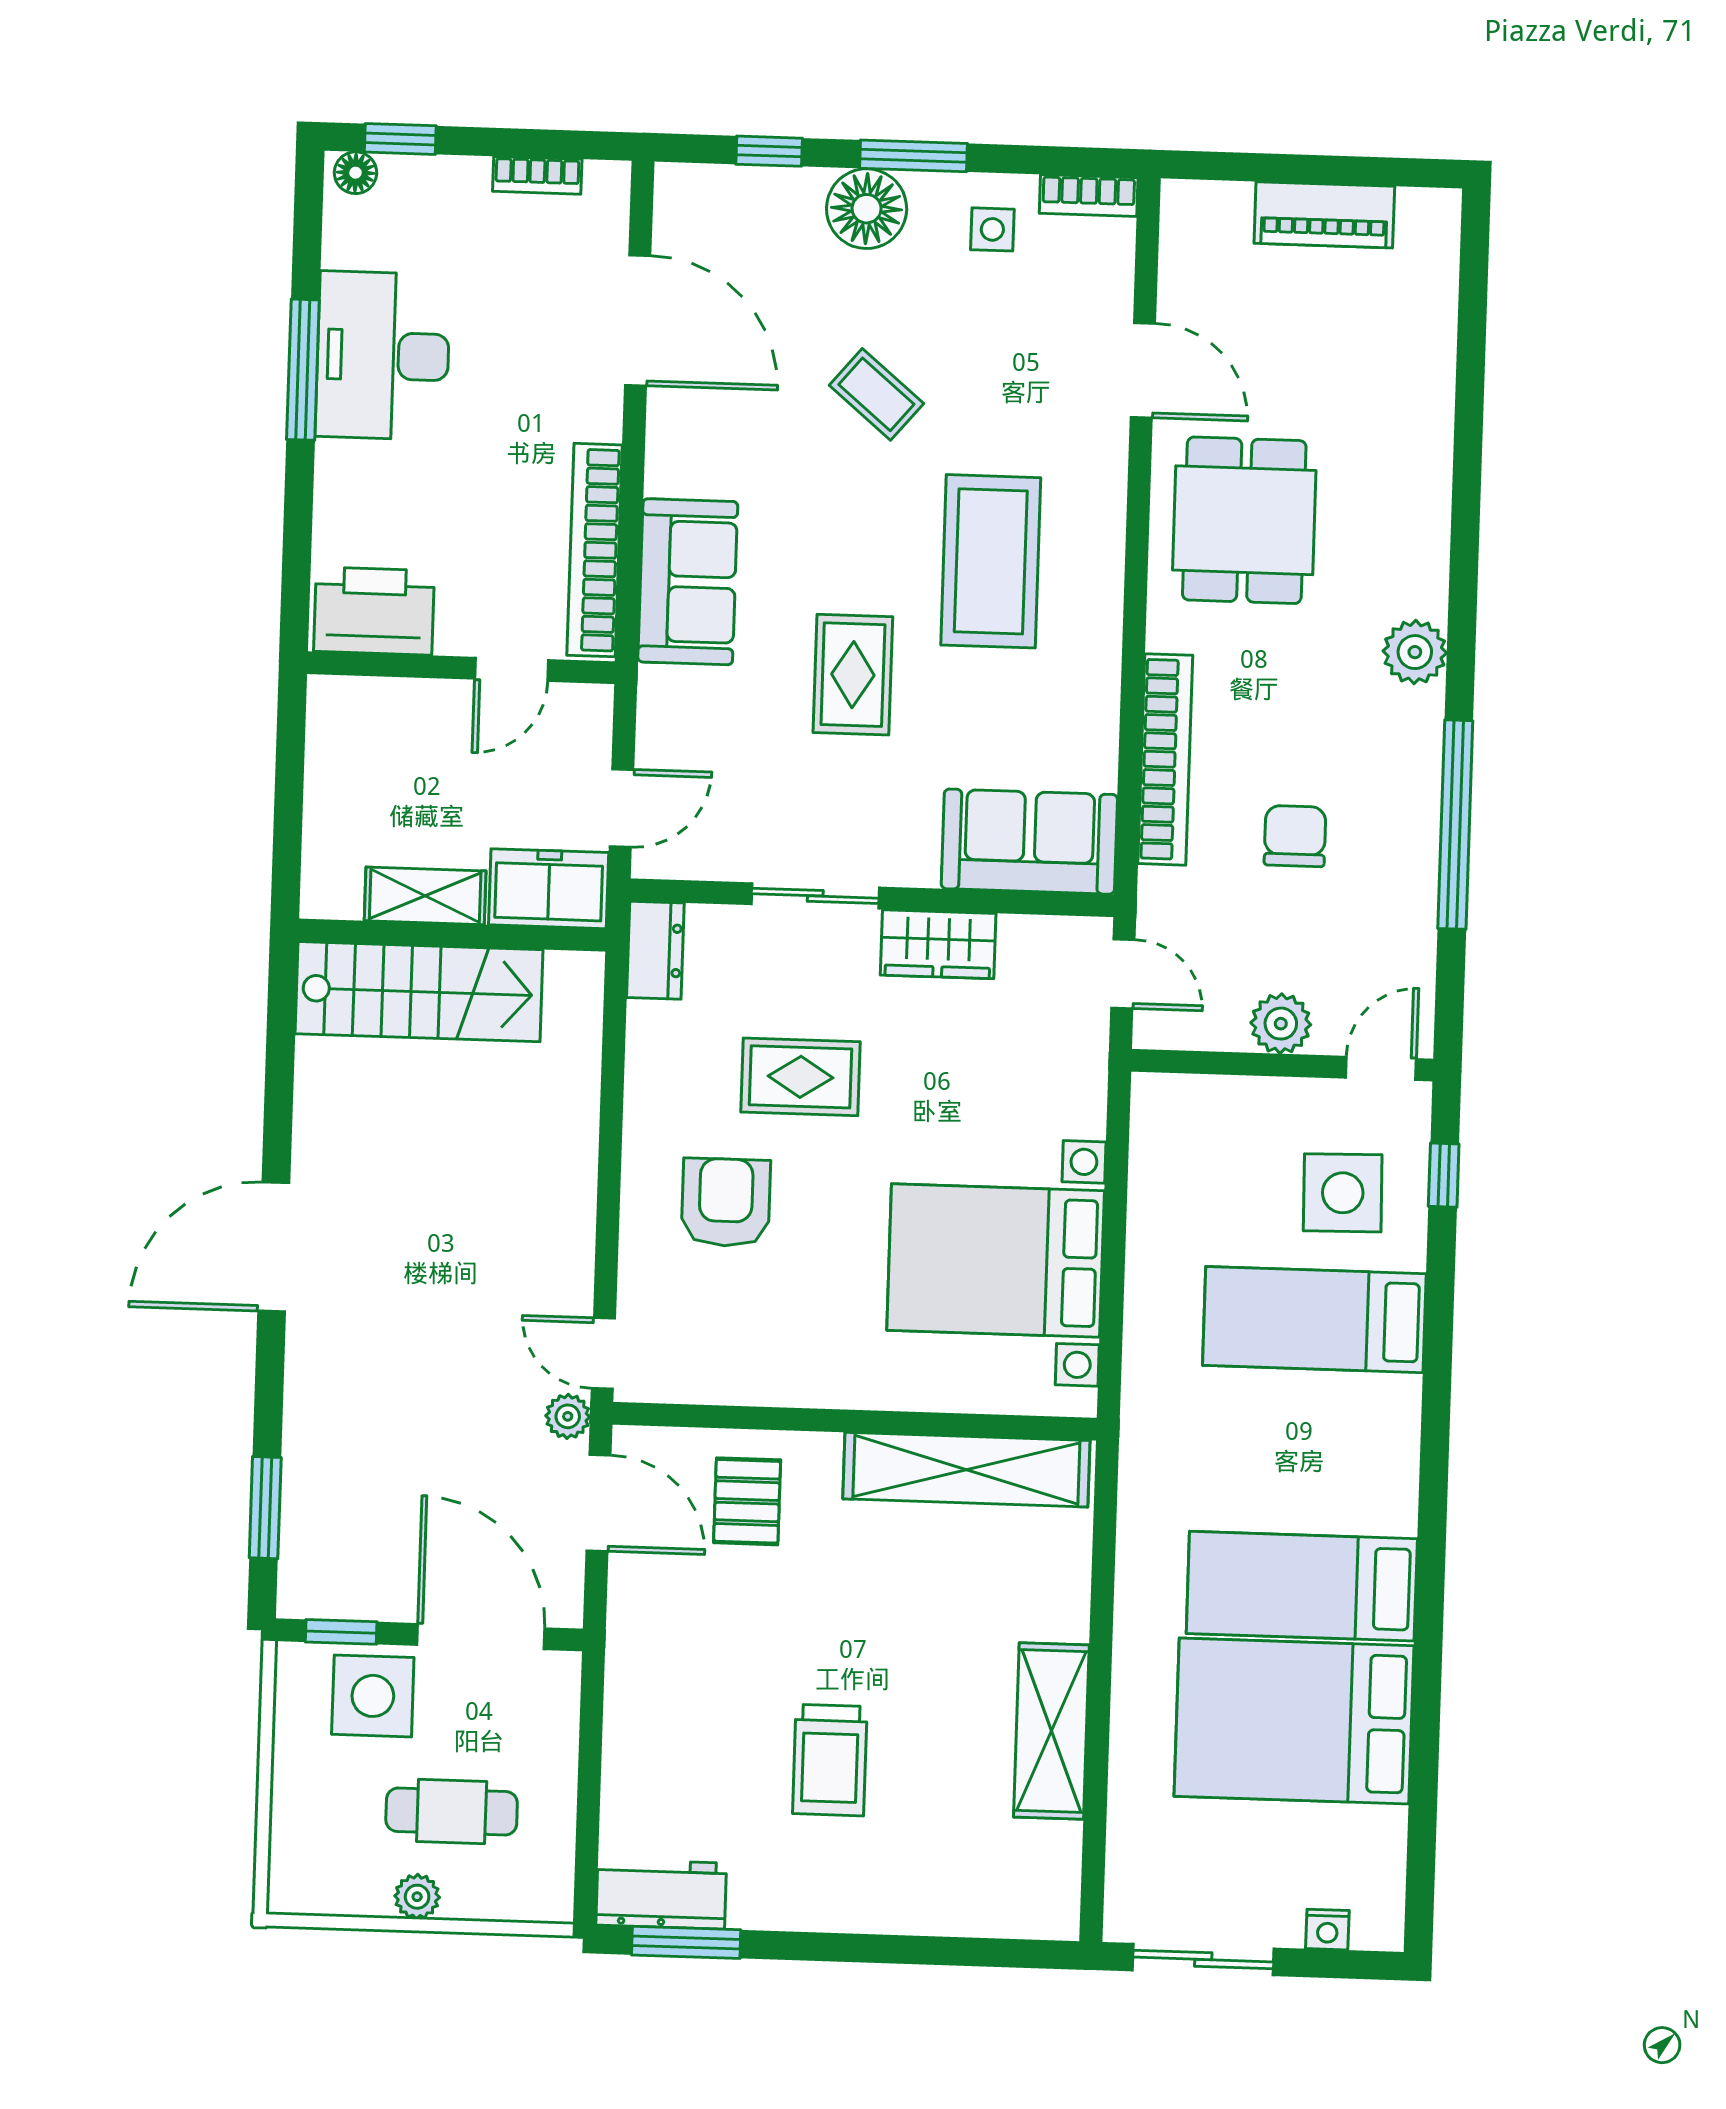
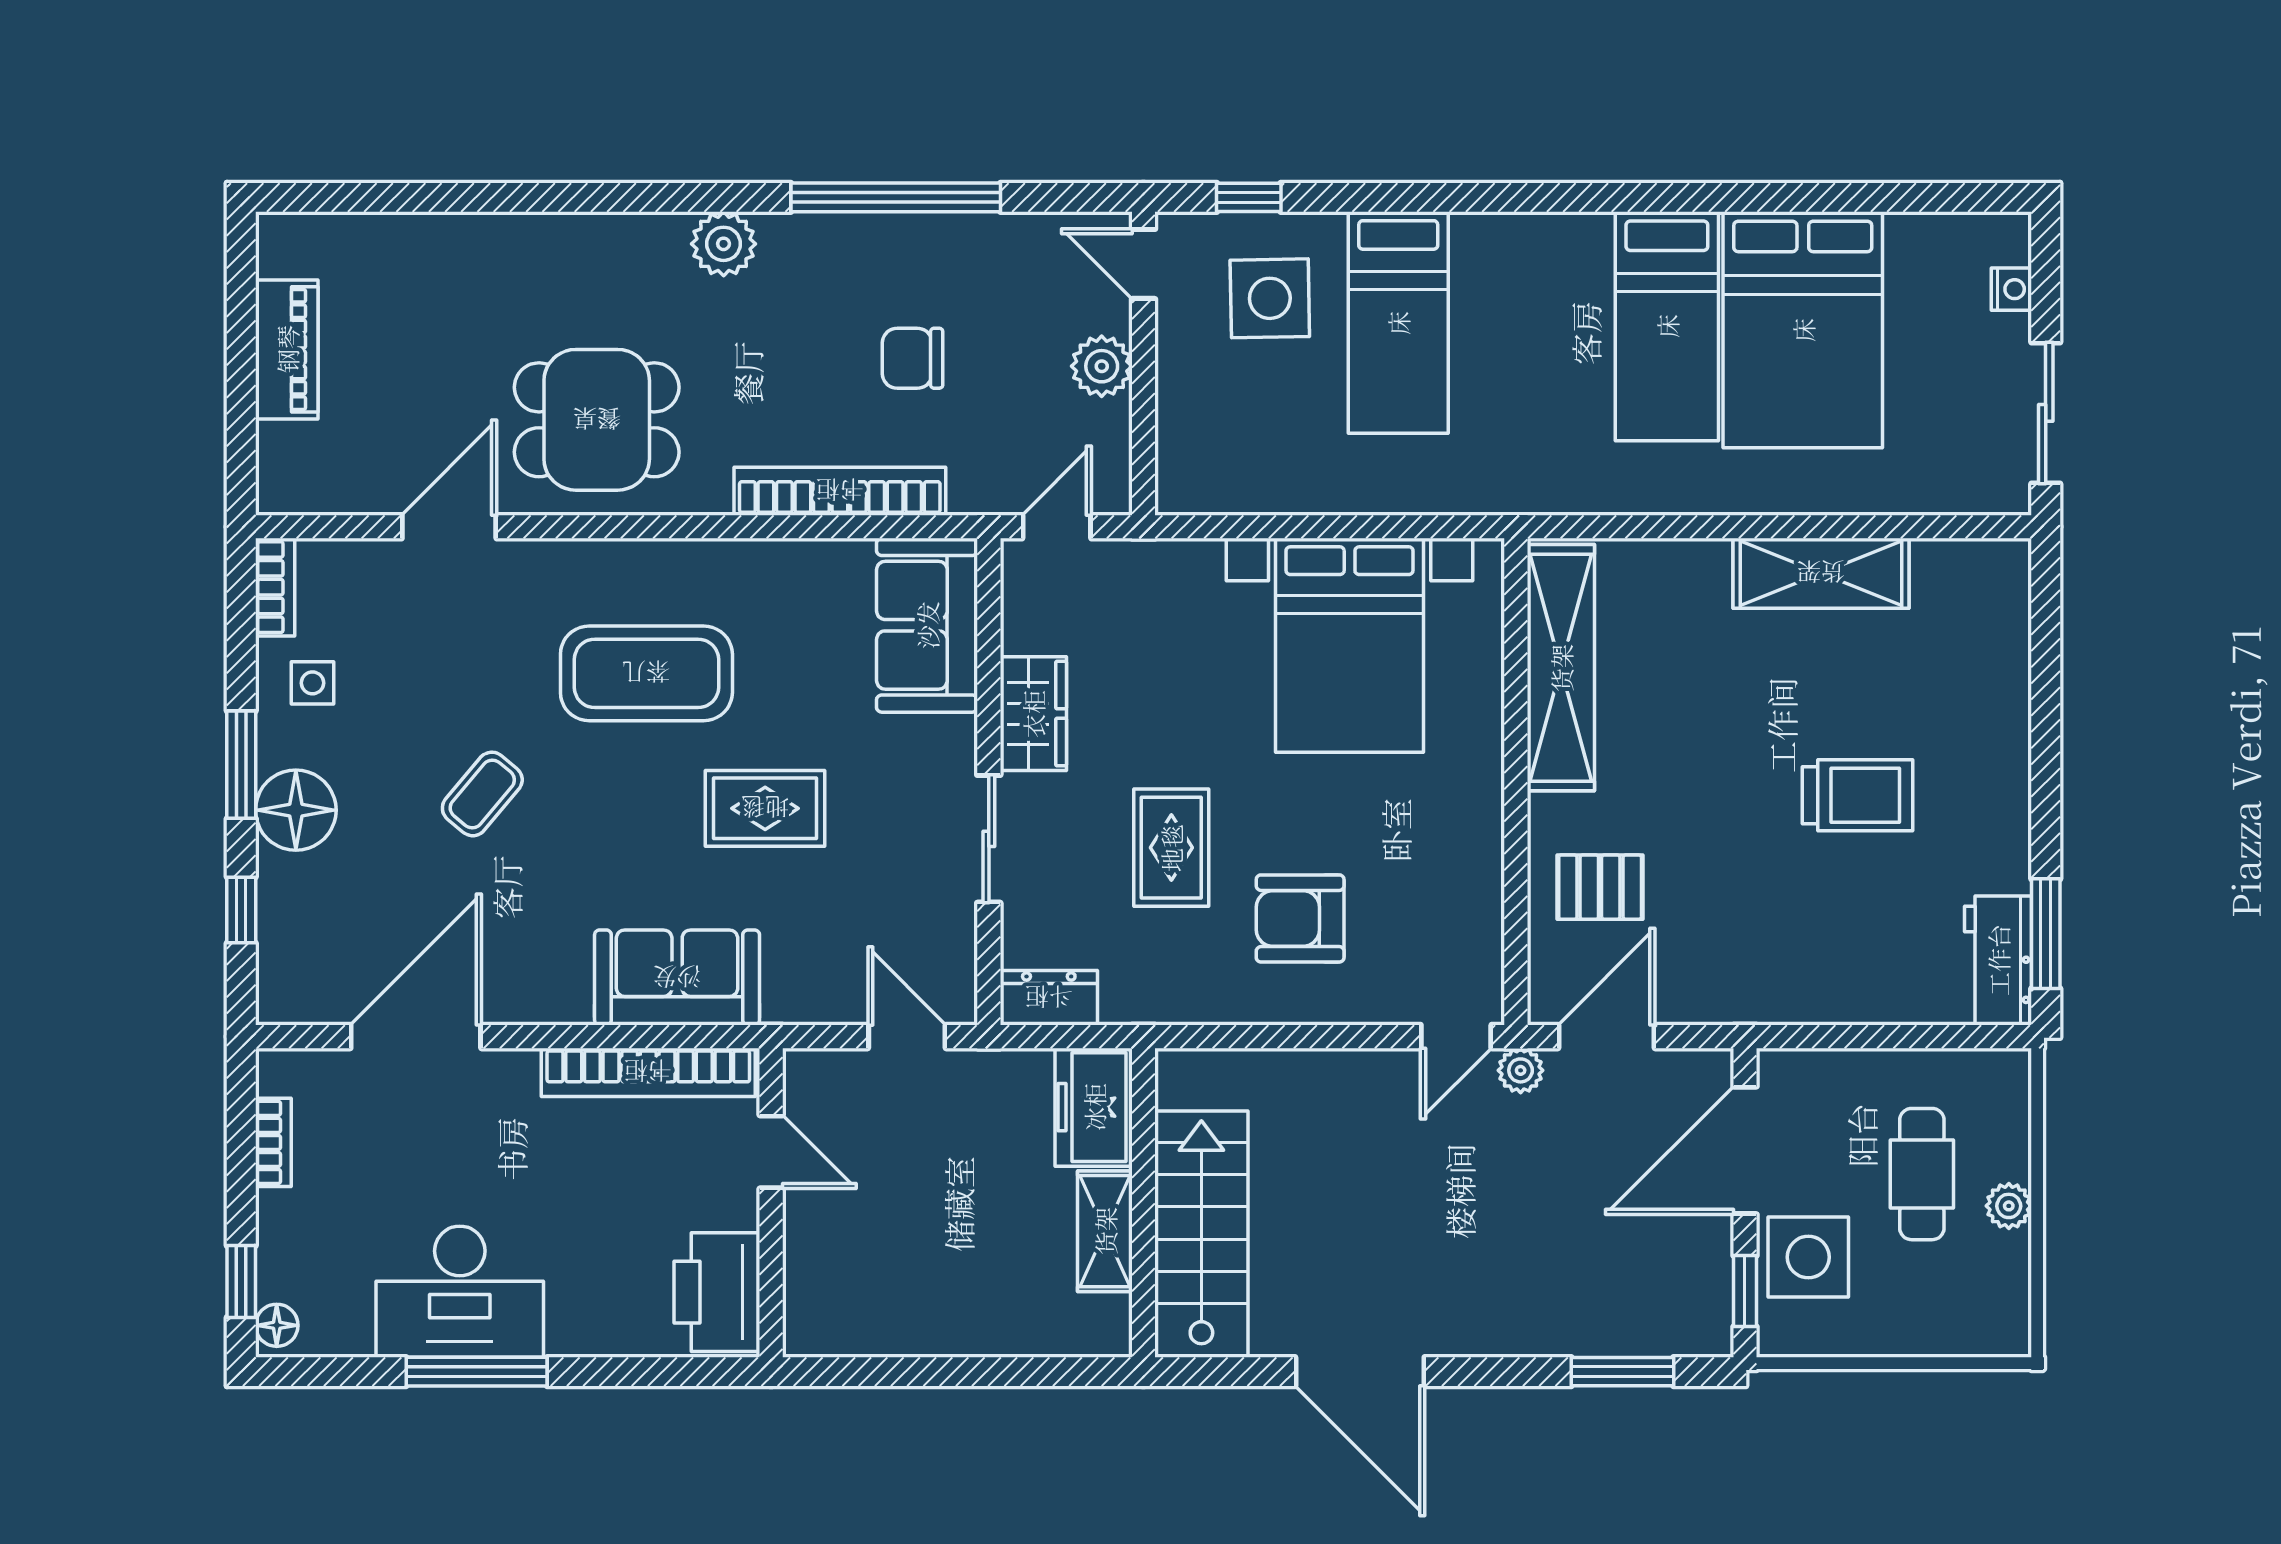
freezer: (549, 889) -> (1094, 1107), moved
shelving: (425, 896) -> (1105, 1231), moved
wall: (452, 935) -> (1143, 1203), moved
stairs: (419, 992) -> (1201, 1234), moved

